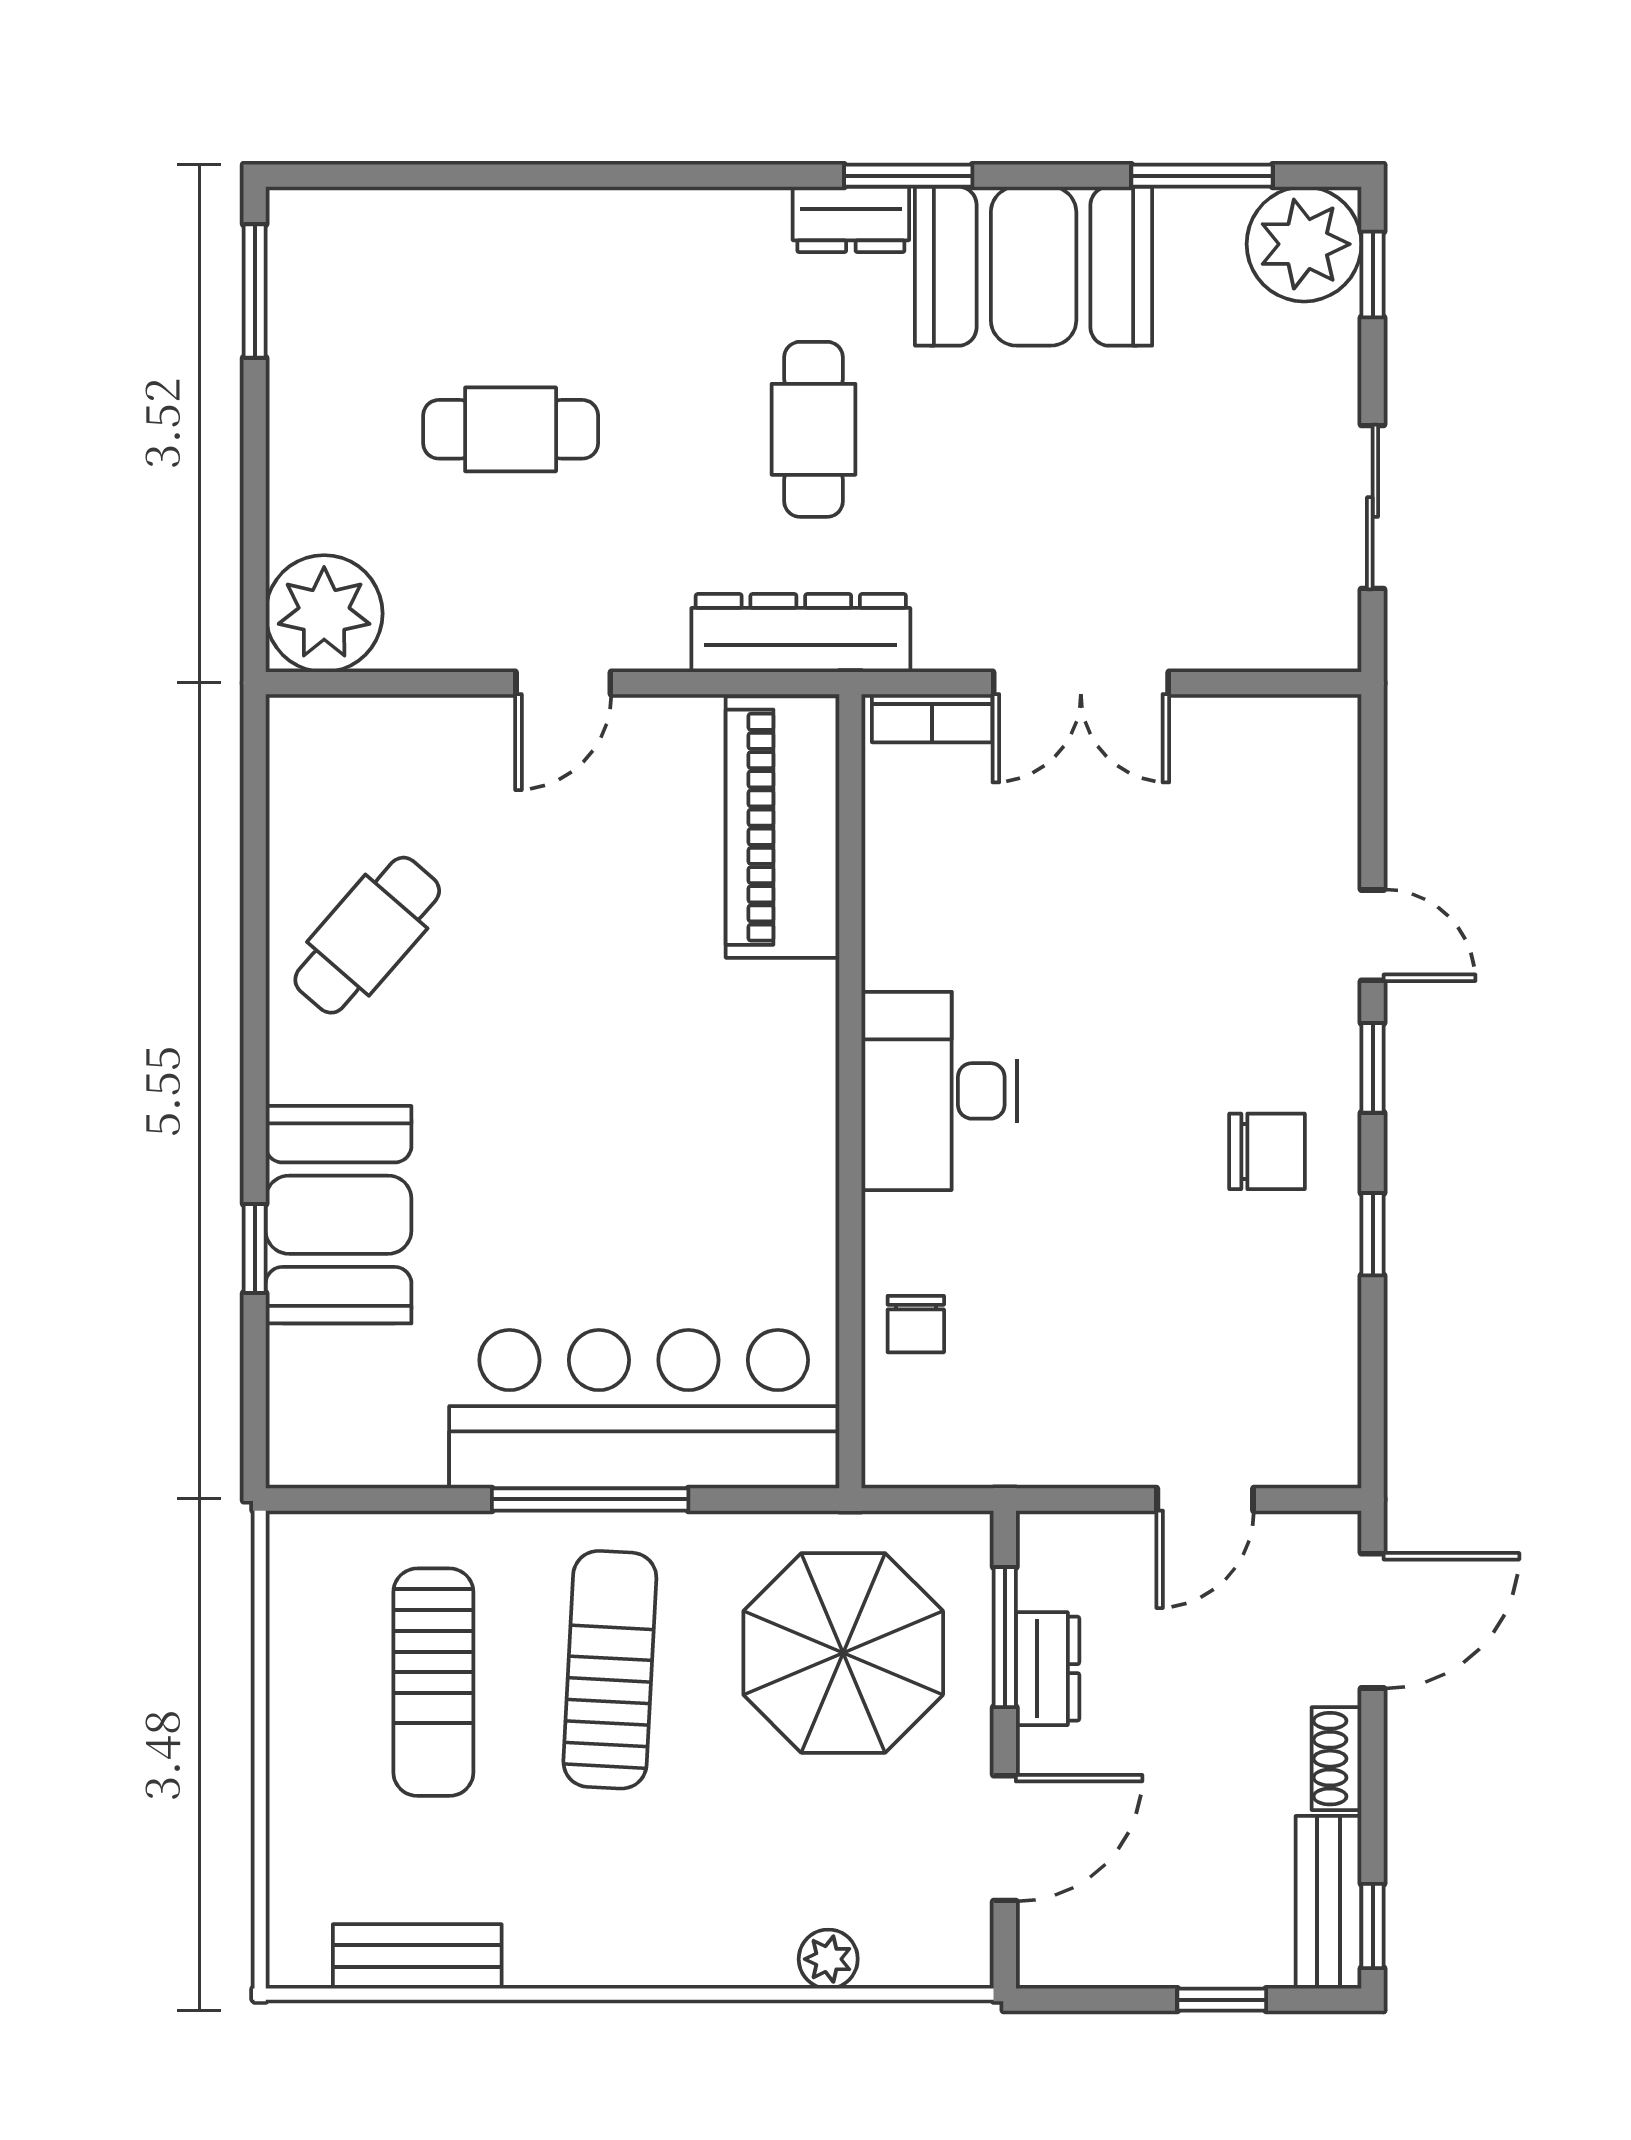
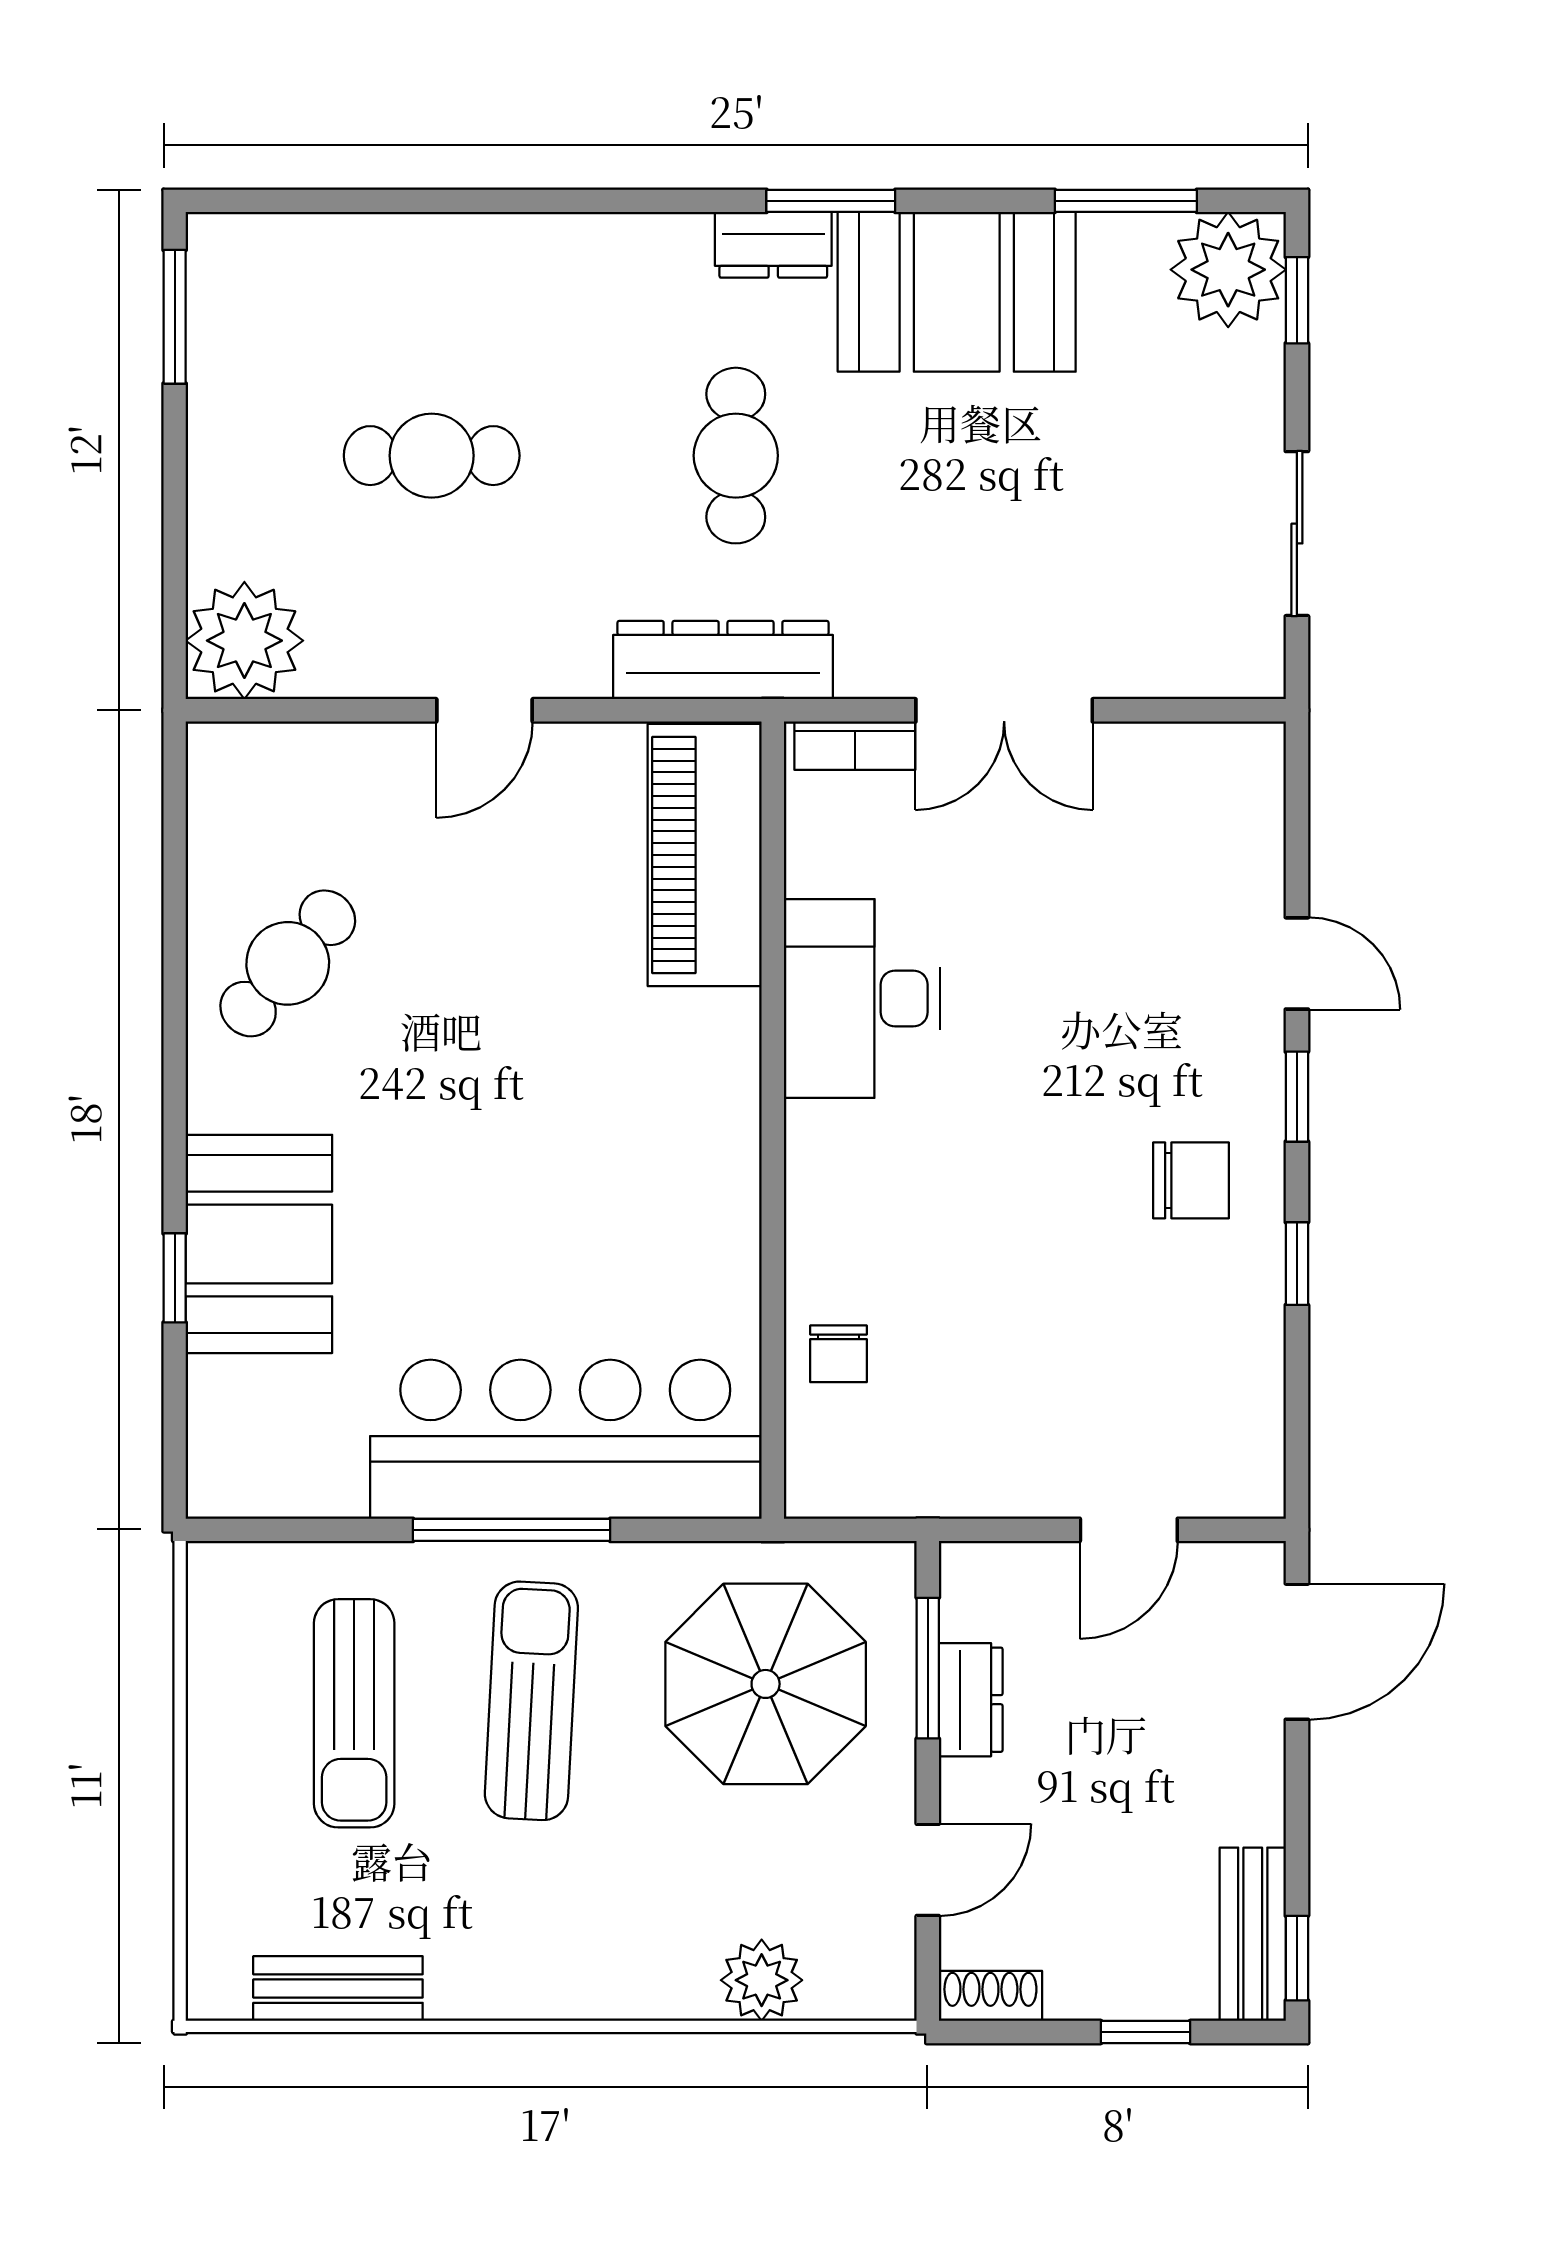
desk: (939, 1091) -> (862, 998), moved
shoe rack: (1337, 1759) -> (990, 1996), moved, turned 90
door: (1005, 1838) -> (928, 1870), width x0.73
plant: (828, 1959) -> (762, 1980), width x1.38, depth x1.38

